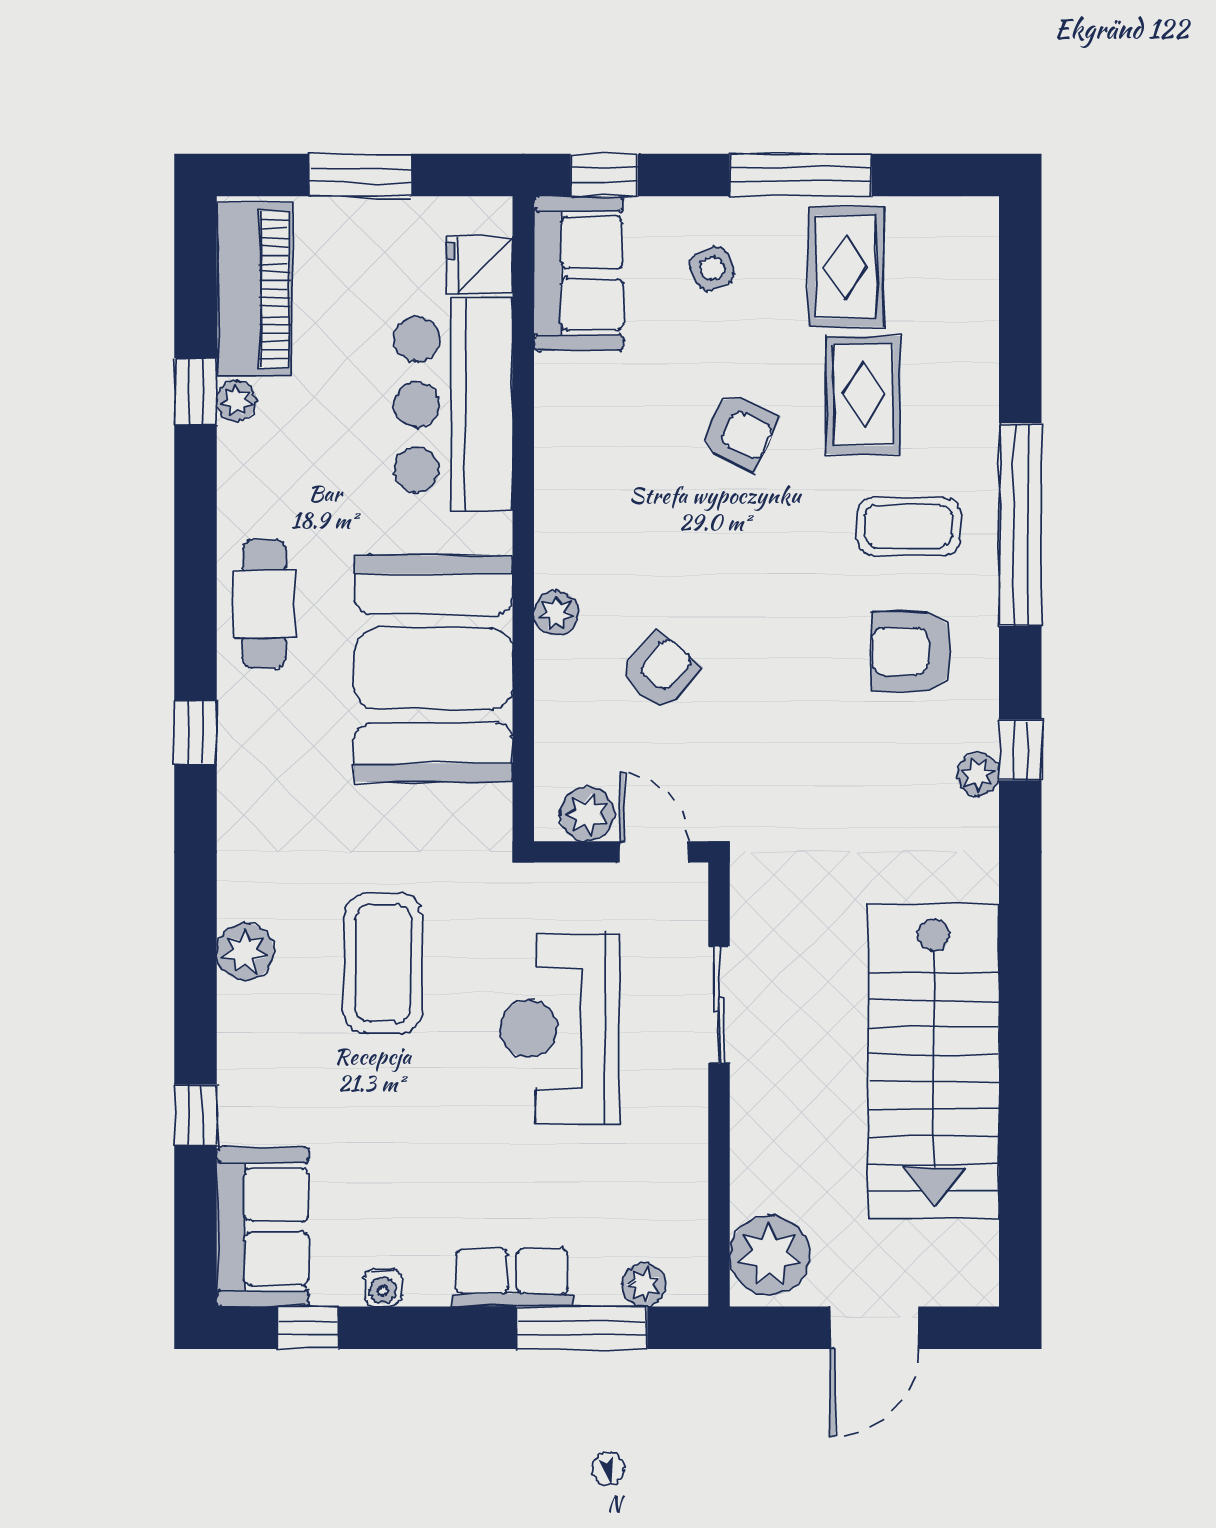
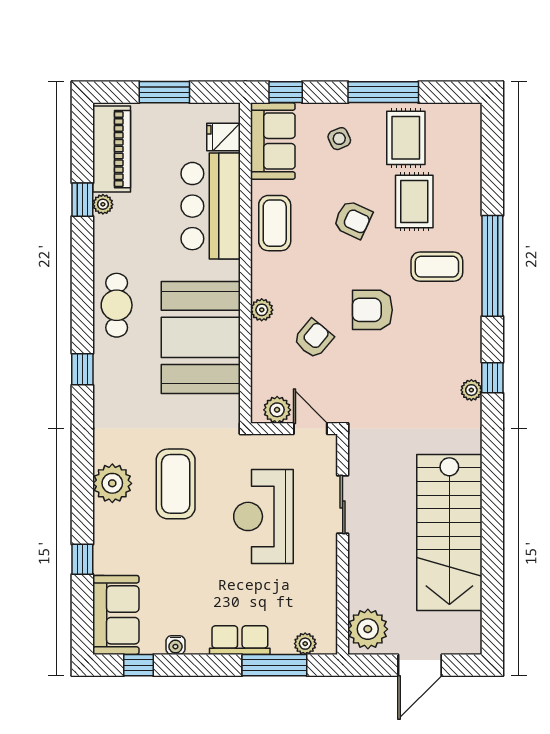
coffee table: (582, 438) -> (275, 223), added
armchair: (911, 651) -> (372, 310), moved
plant: (245, 952) -> (112, 483), width x1.36, depth x1.36

